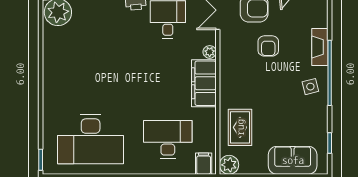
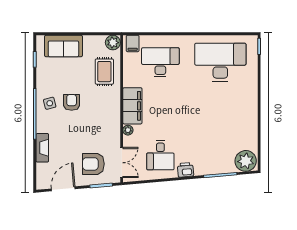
armchair: (268, 46) -> (72, 102), moved
fireplace: (320, 47) -> (42, 148), moved
desk: (168, 139) -> (160, 62), turned 180

